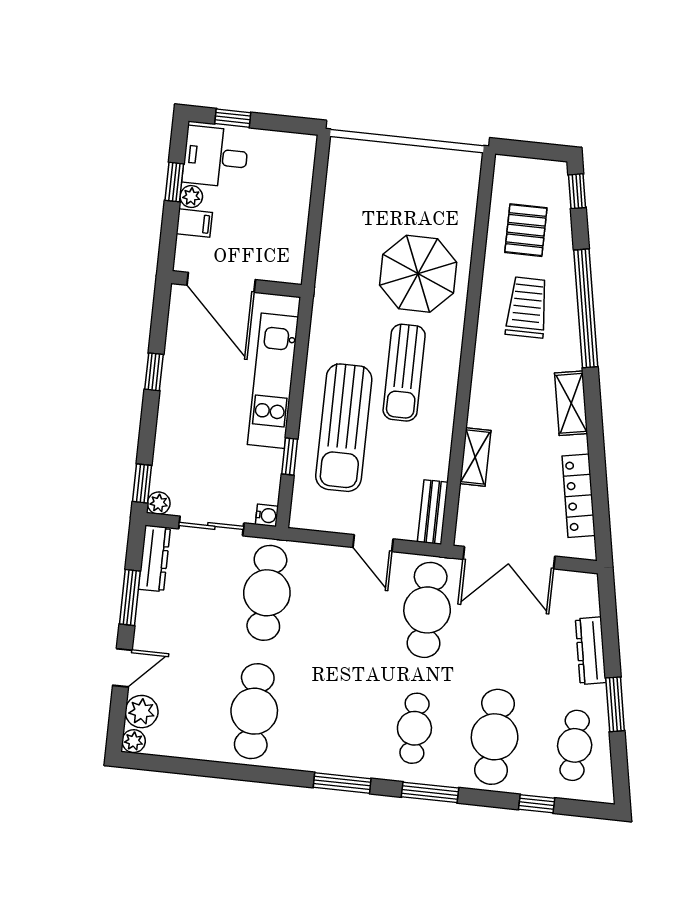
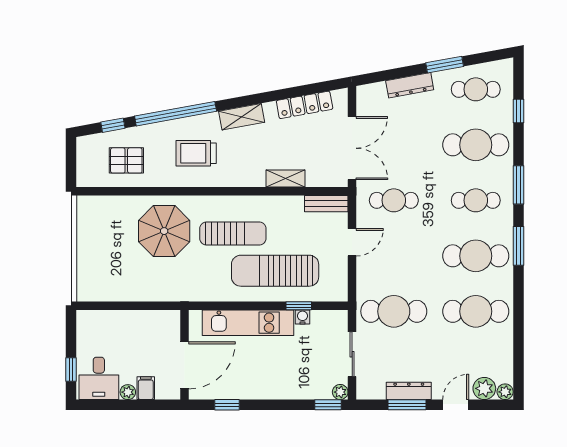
window: (174, 182) -> (119, 405), removed
window: (577, 191) -> (113, 125), moved
trolley: (527, 307) -> (196, 153), moved
window: (154, 372) -> (227, 405), moved
sun lounger: (344, 428) -> (275, 271), turned 180
water cooler: (267, 515) -> (303, 317), moved
dresser: (154, 558) -> (409, 391), moved
cafe table: (427, 610) -> (394, 200), width x0.73, depth x0.74
door: (122, 668) -> (456, 405), hinge flipped
cafe table: (334, 720) -> (476, 256), added

